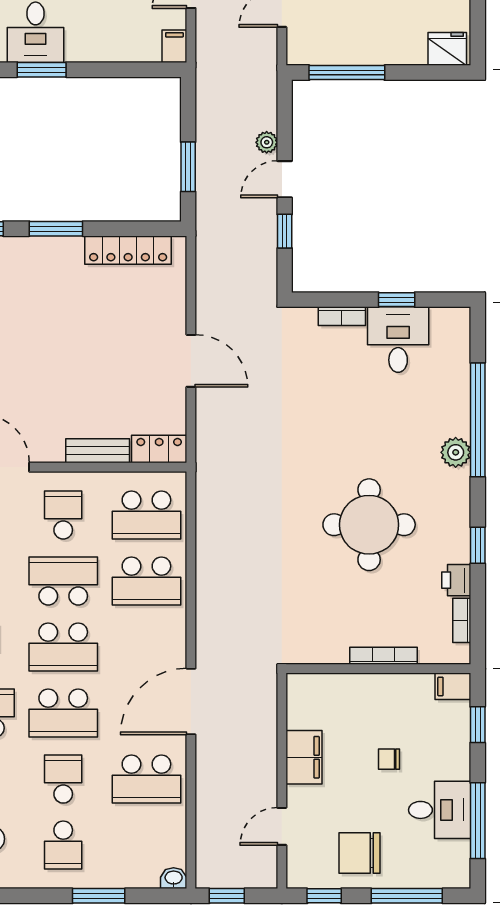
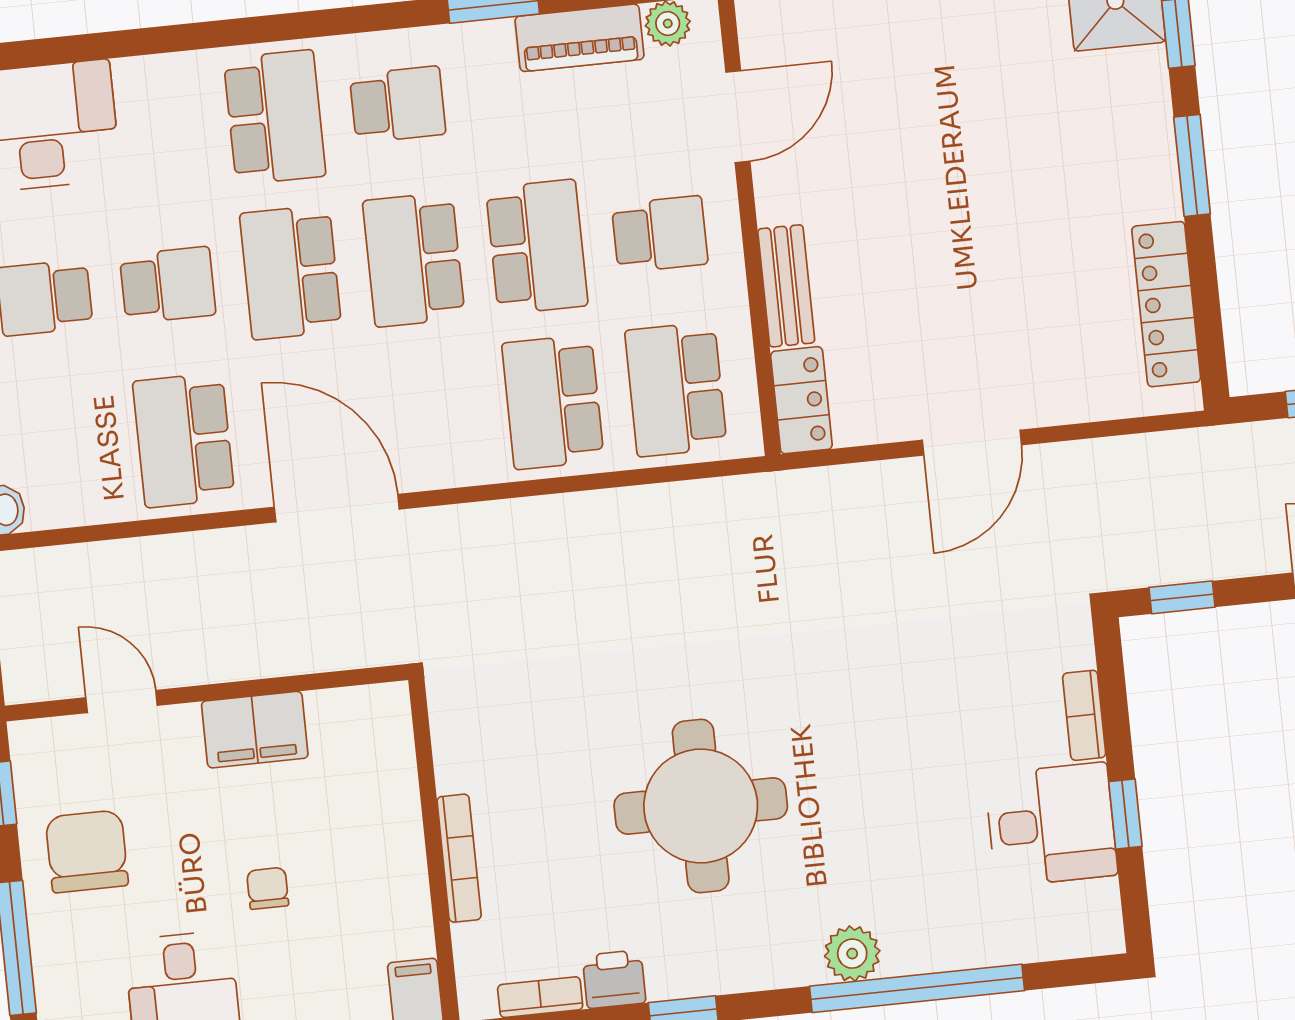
window: (285, 231) -> (1182, 597), moved

